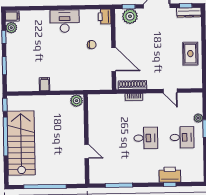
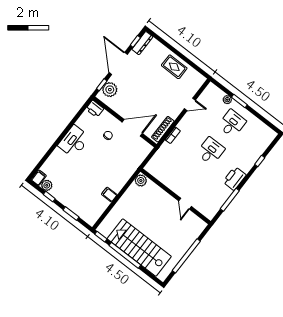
door: (87, 151) -> (185, 204), swing flipped
printer: (170, 175) -> (234, 178), moved

